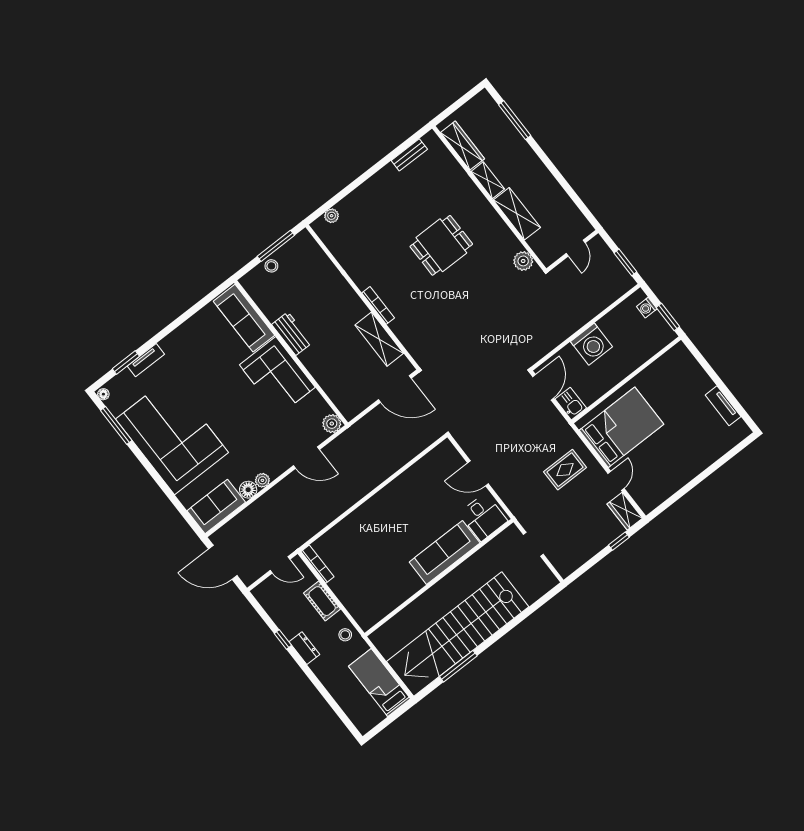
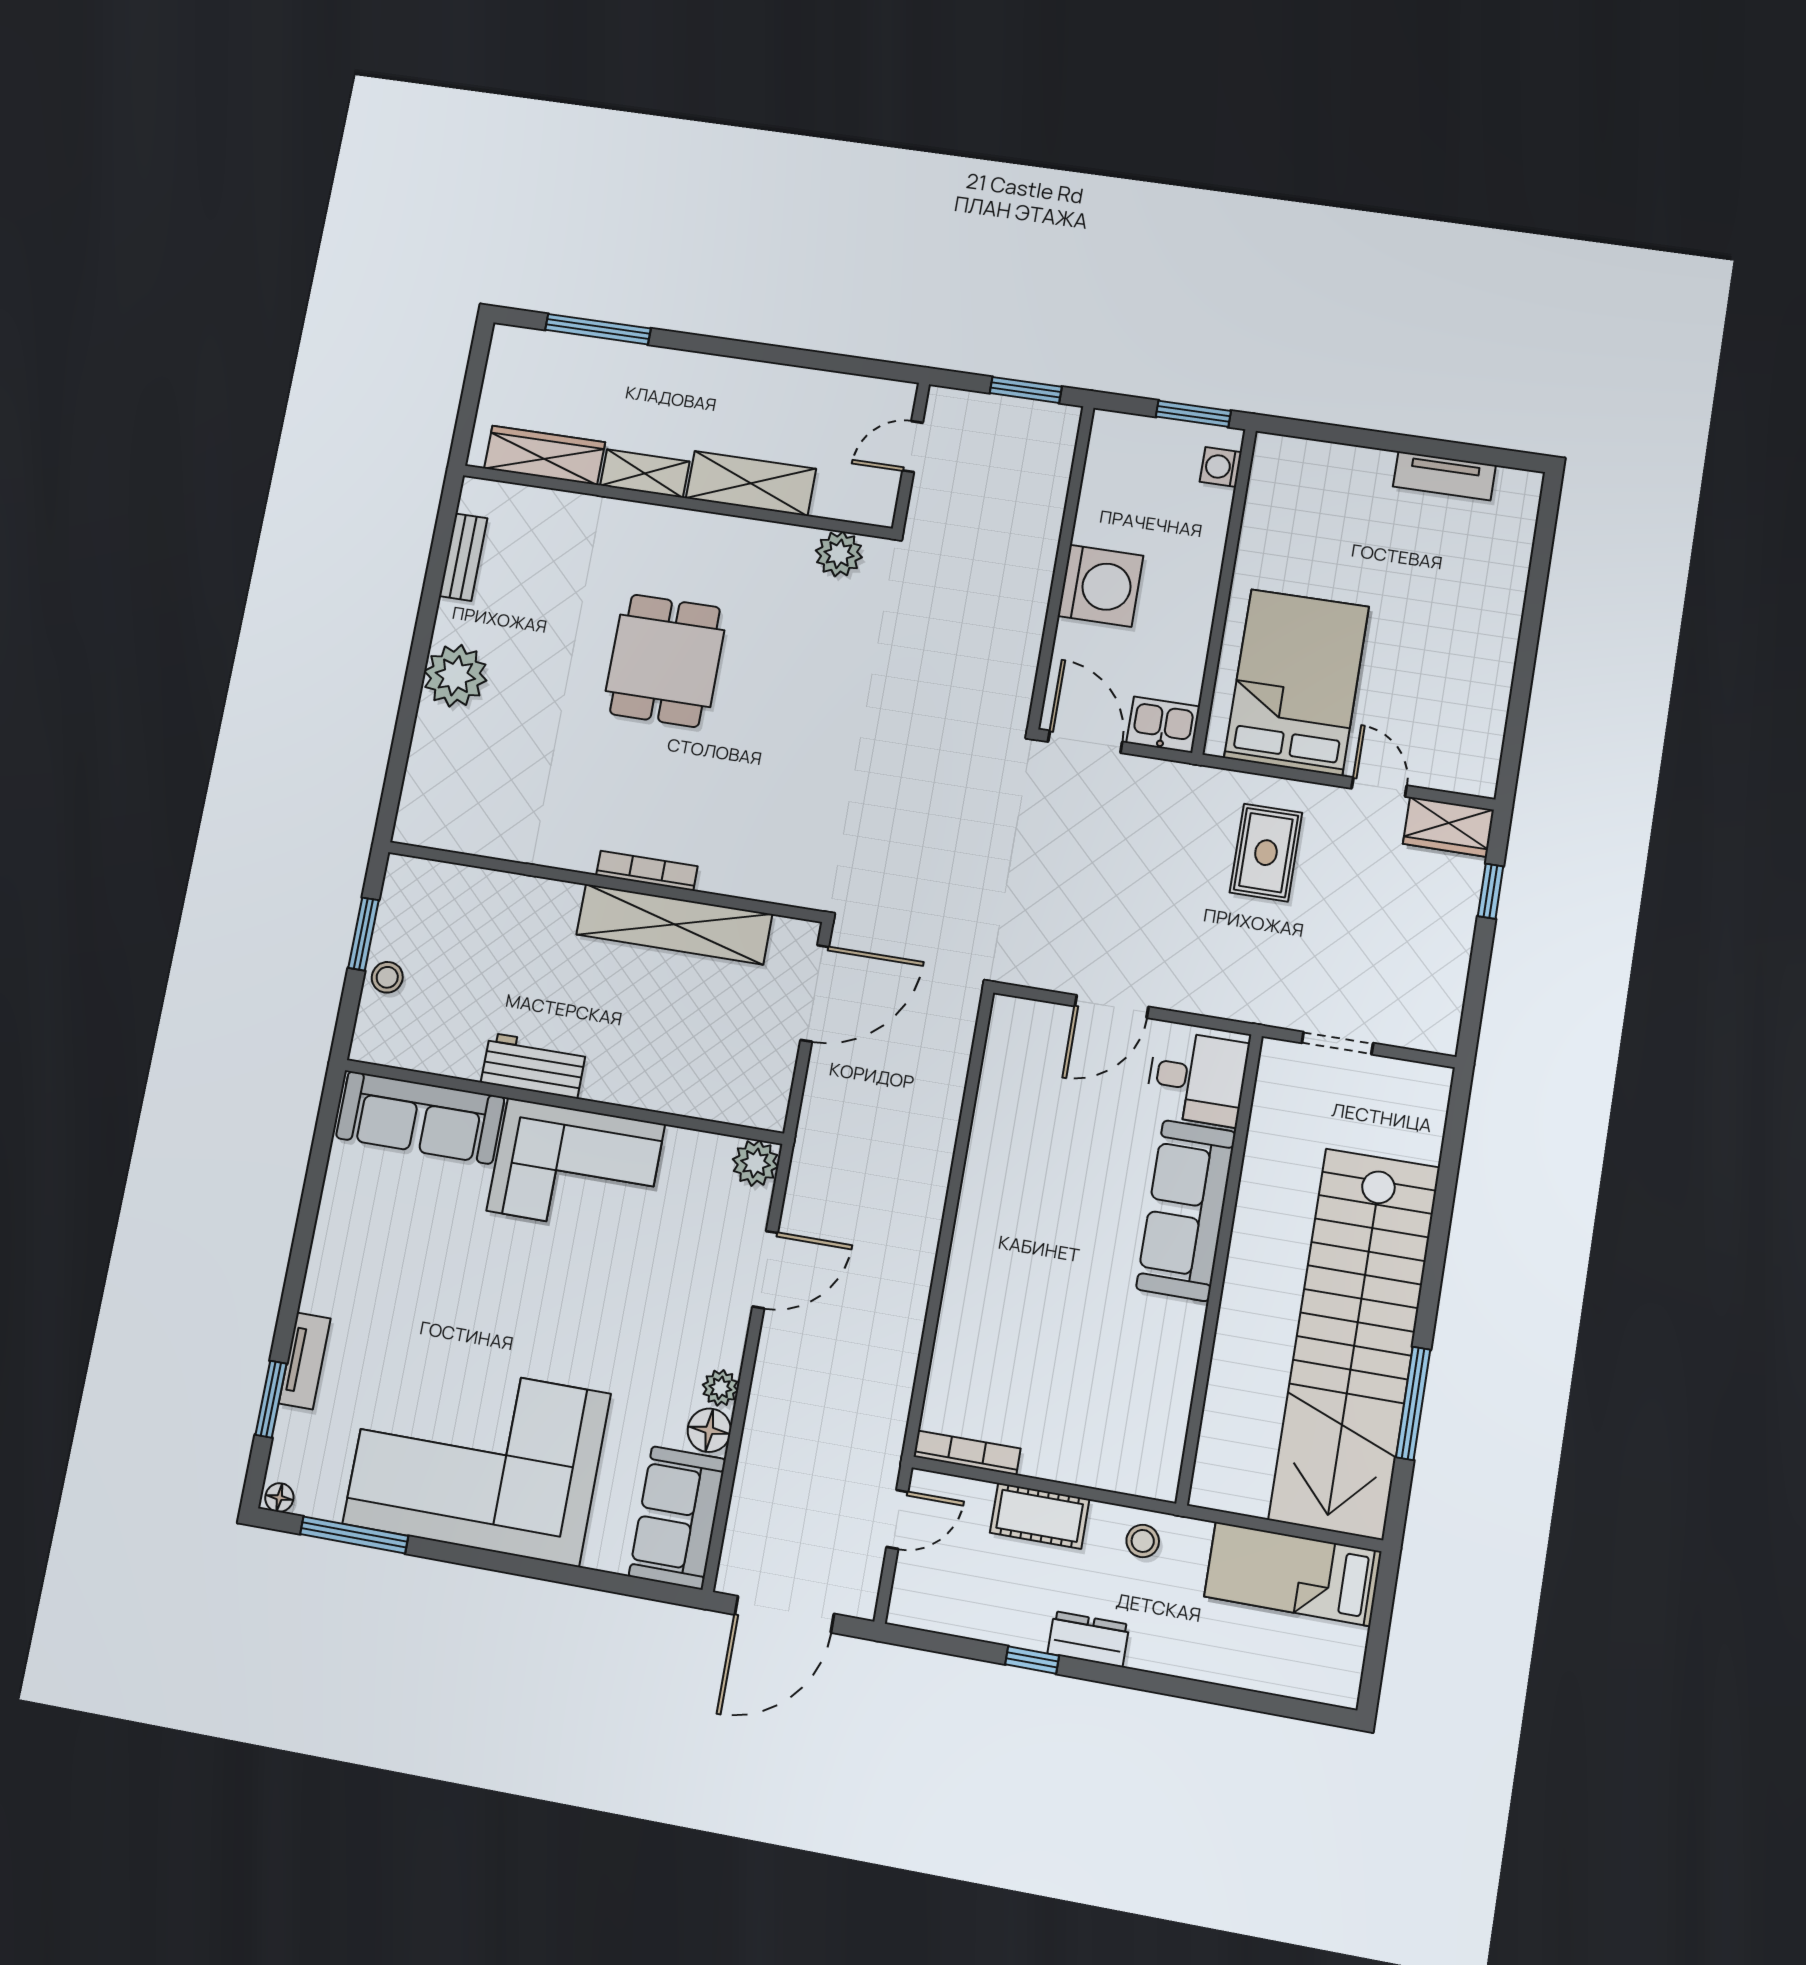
plant: (332, 216) -> (455, 676), moved, width x1.88, depth x1.88
window: (276, 246) -> (363, 934), width x0.69
door: (576, 248) -> (913, 447), swing flipped
washing machine: (647, 308) -> (1221, 467), moved, turned 90
shelving: (379, 339) -> (674, 924), width x1.47

